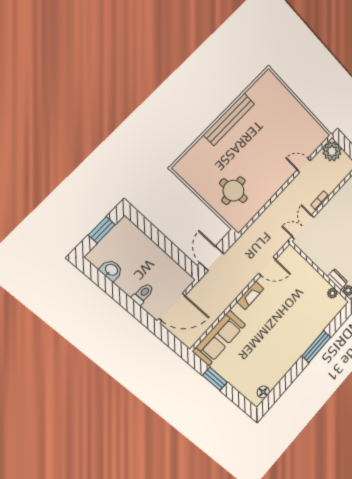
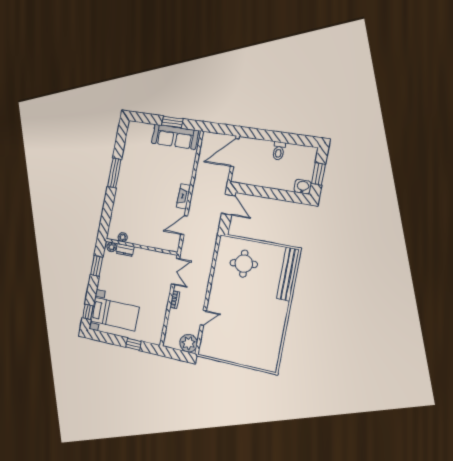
bench: (229, 119) -> (288, 274), moved
washbasin: (111, 270) -> (303, 187), moved, turned 180
toilet: (143, 294) -> (279, 151), moved
sofa: (219, 338) -> (175, 137), moved, turned -90
window: (316, 347) -> (114, 173), moved
floor lamp: (263, 392) -> (131, 134), removed

